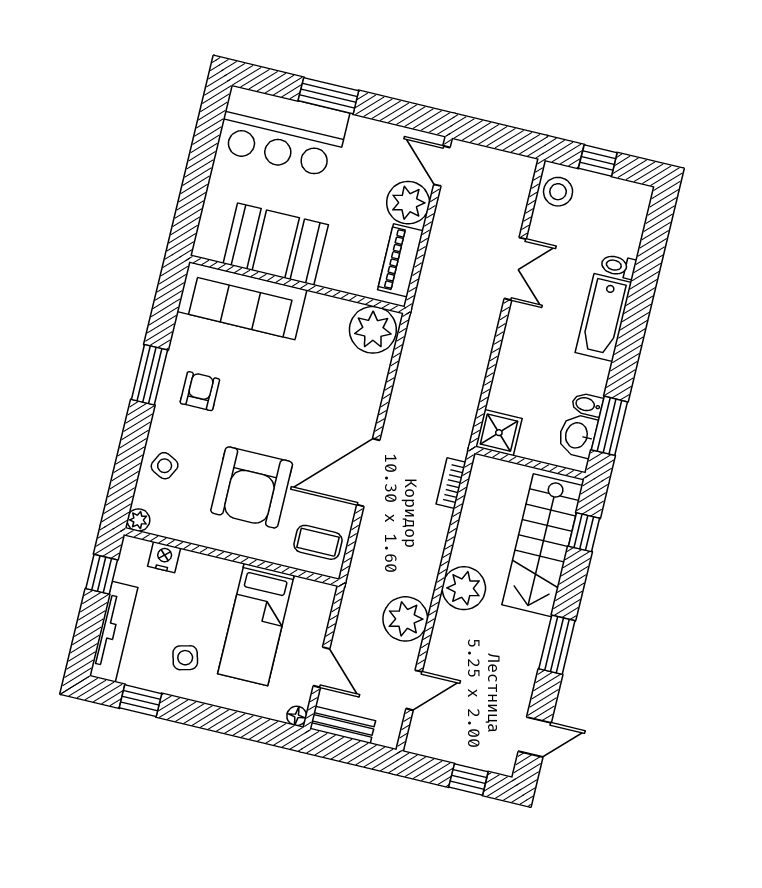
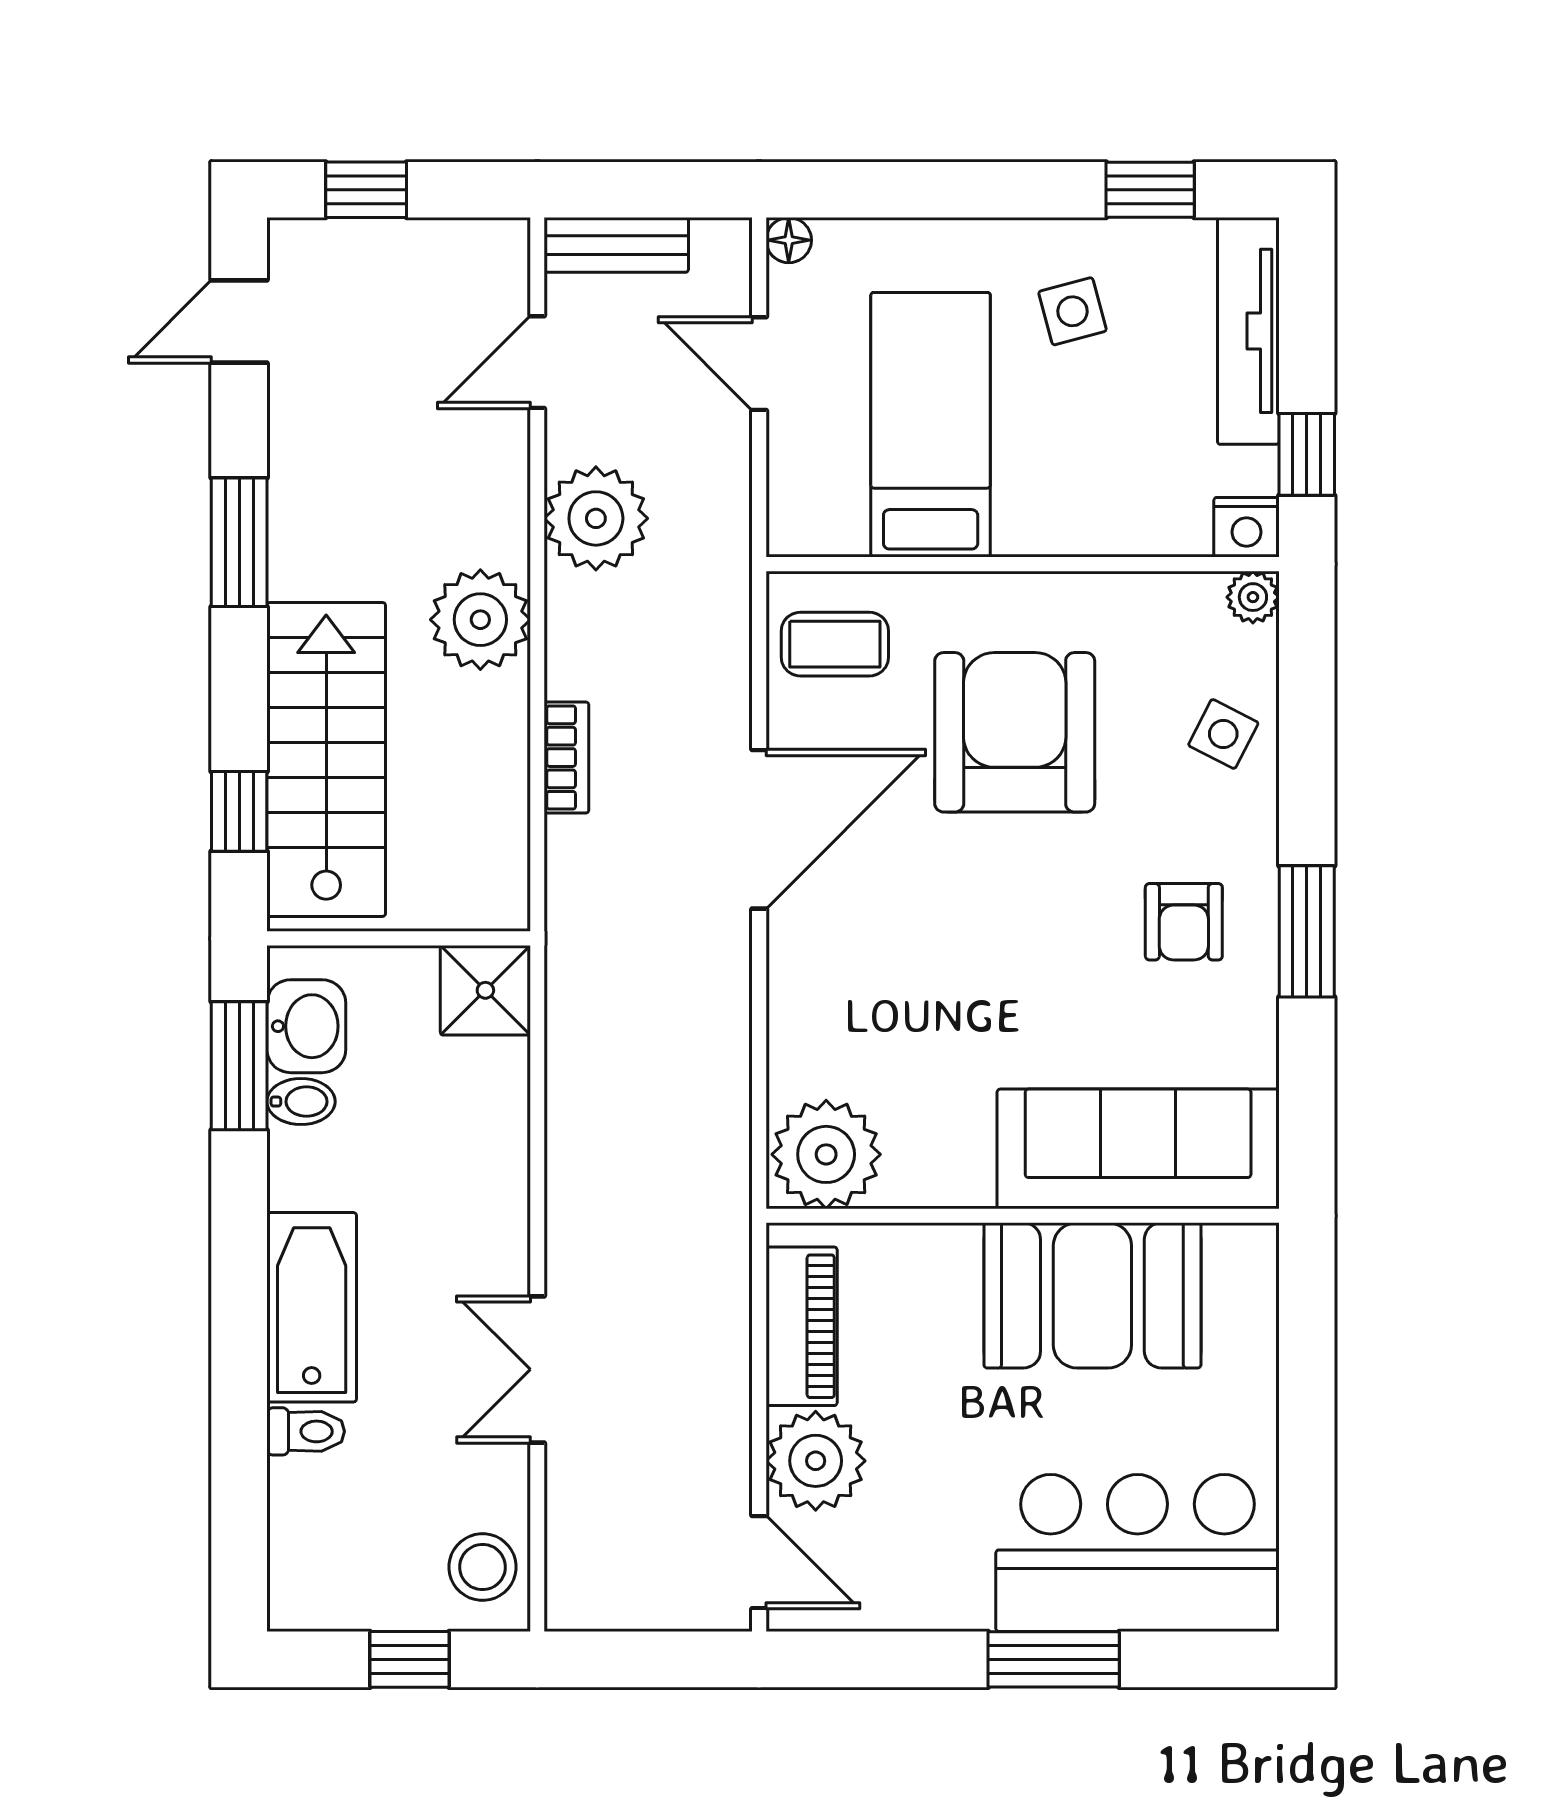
bookcase: (451, 483) -> (566, 758), moved
nightstand: (164, 557) -> (1247, 527), moved
bench: (343, 725) -> (616, 245), moved

